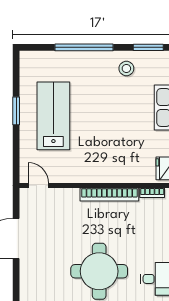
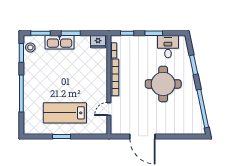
stool: (126, 69) -> (30, 47), moved
door: (38, 185) -> (109, 109), moved

